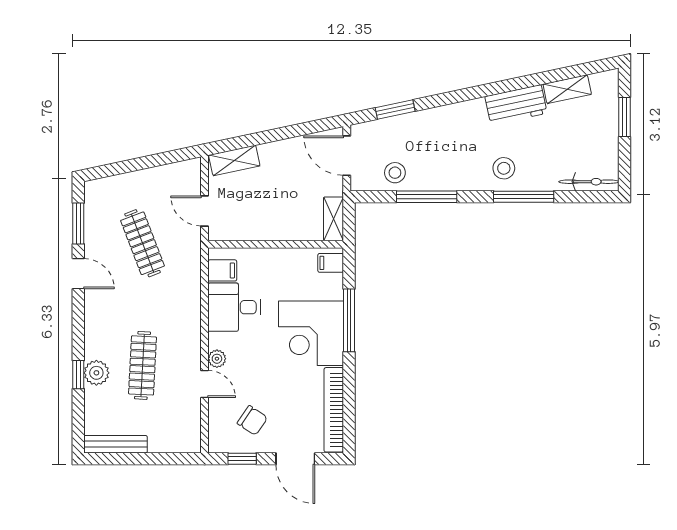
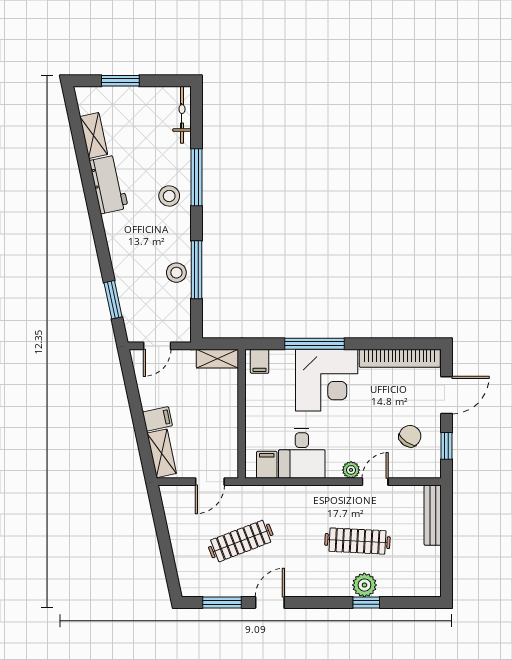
filing cabinet: (270, 156) -> (157, 419), added
door: (347, 156) -> (157, 346), width x0.73
stool: (395, 173) -> (176, 273), moved
bench: (115, 444) -> (433, 515), moved

